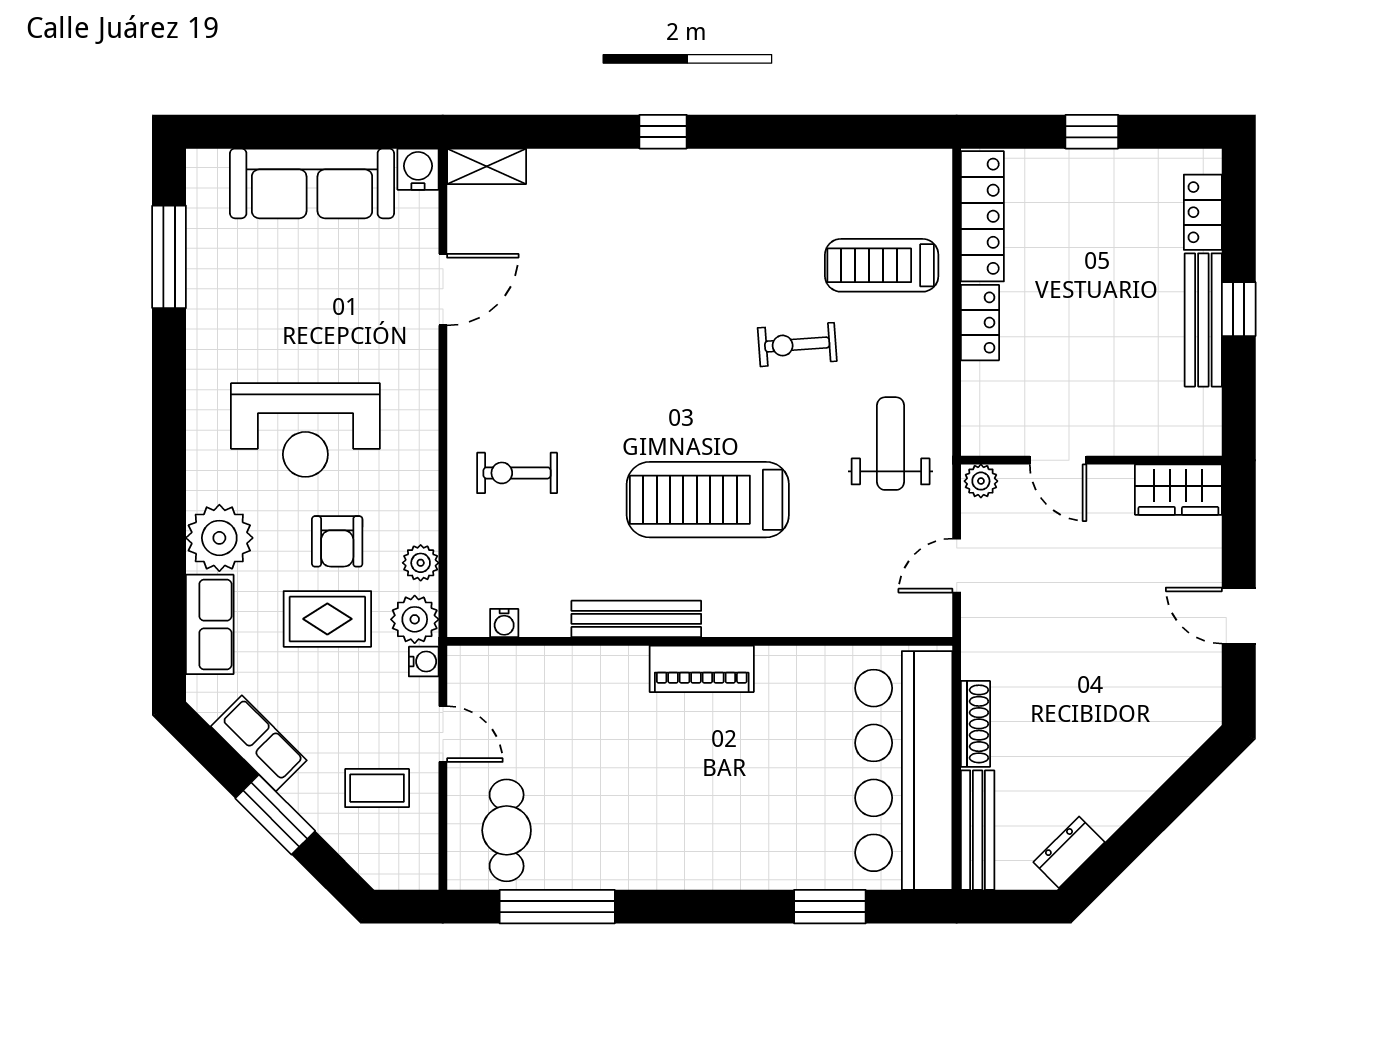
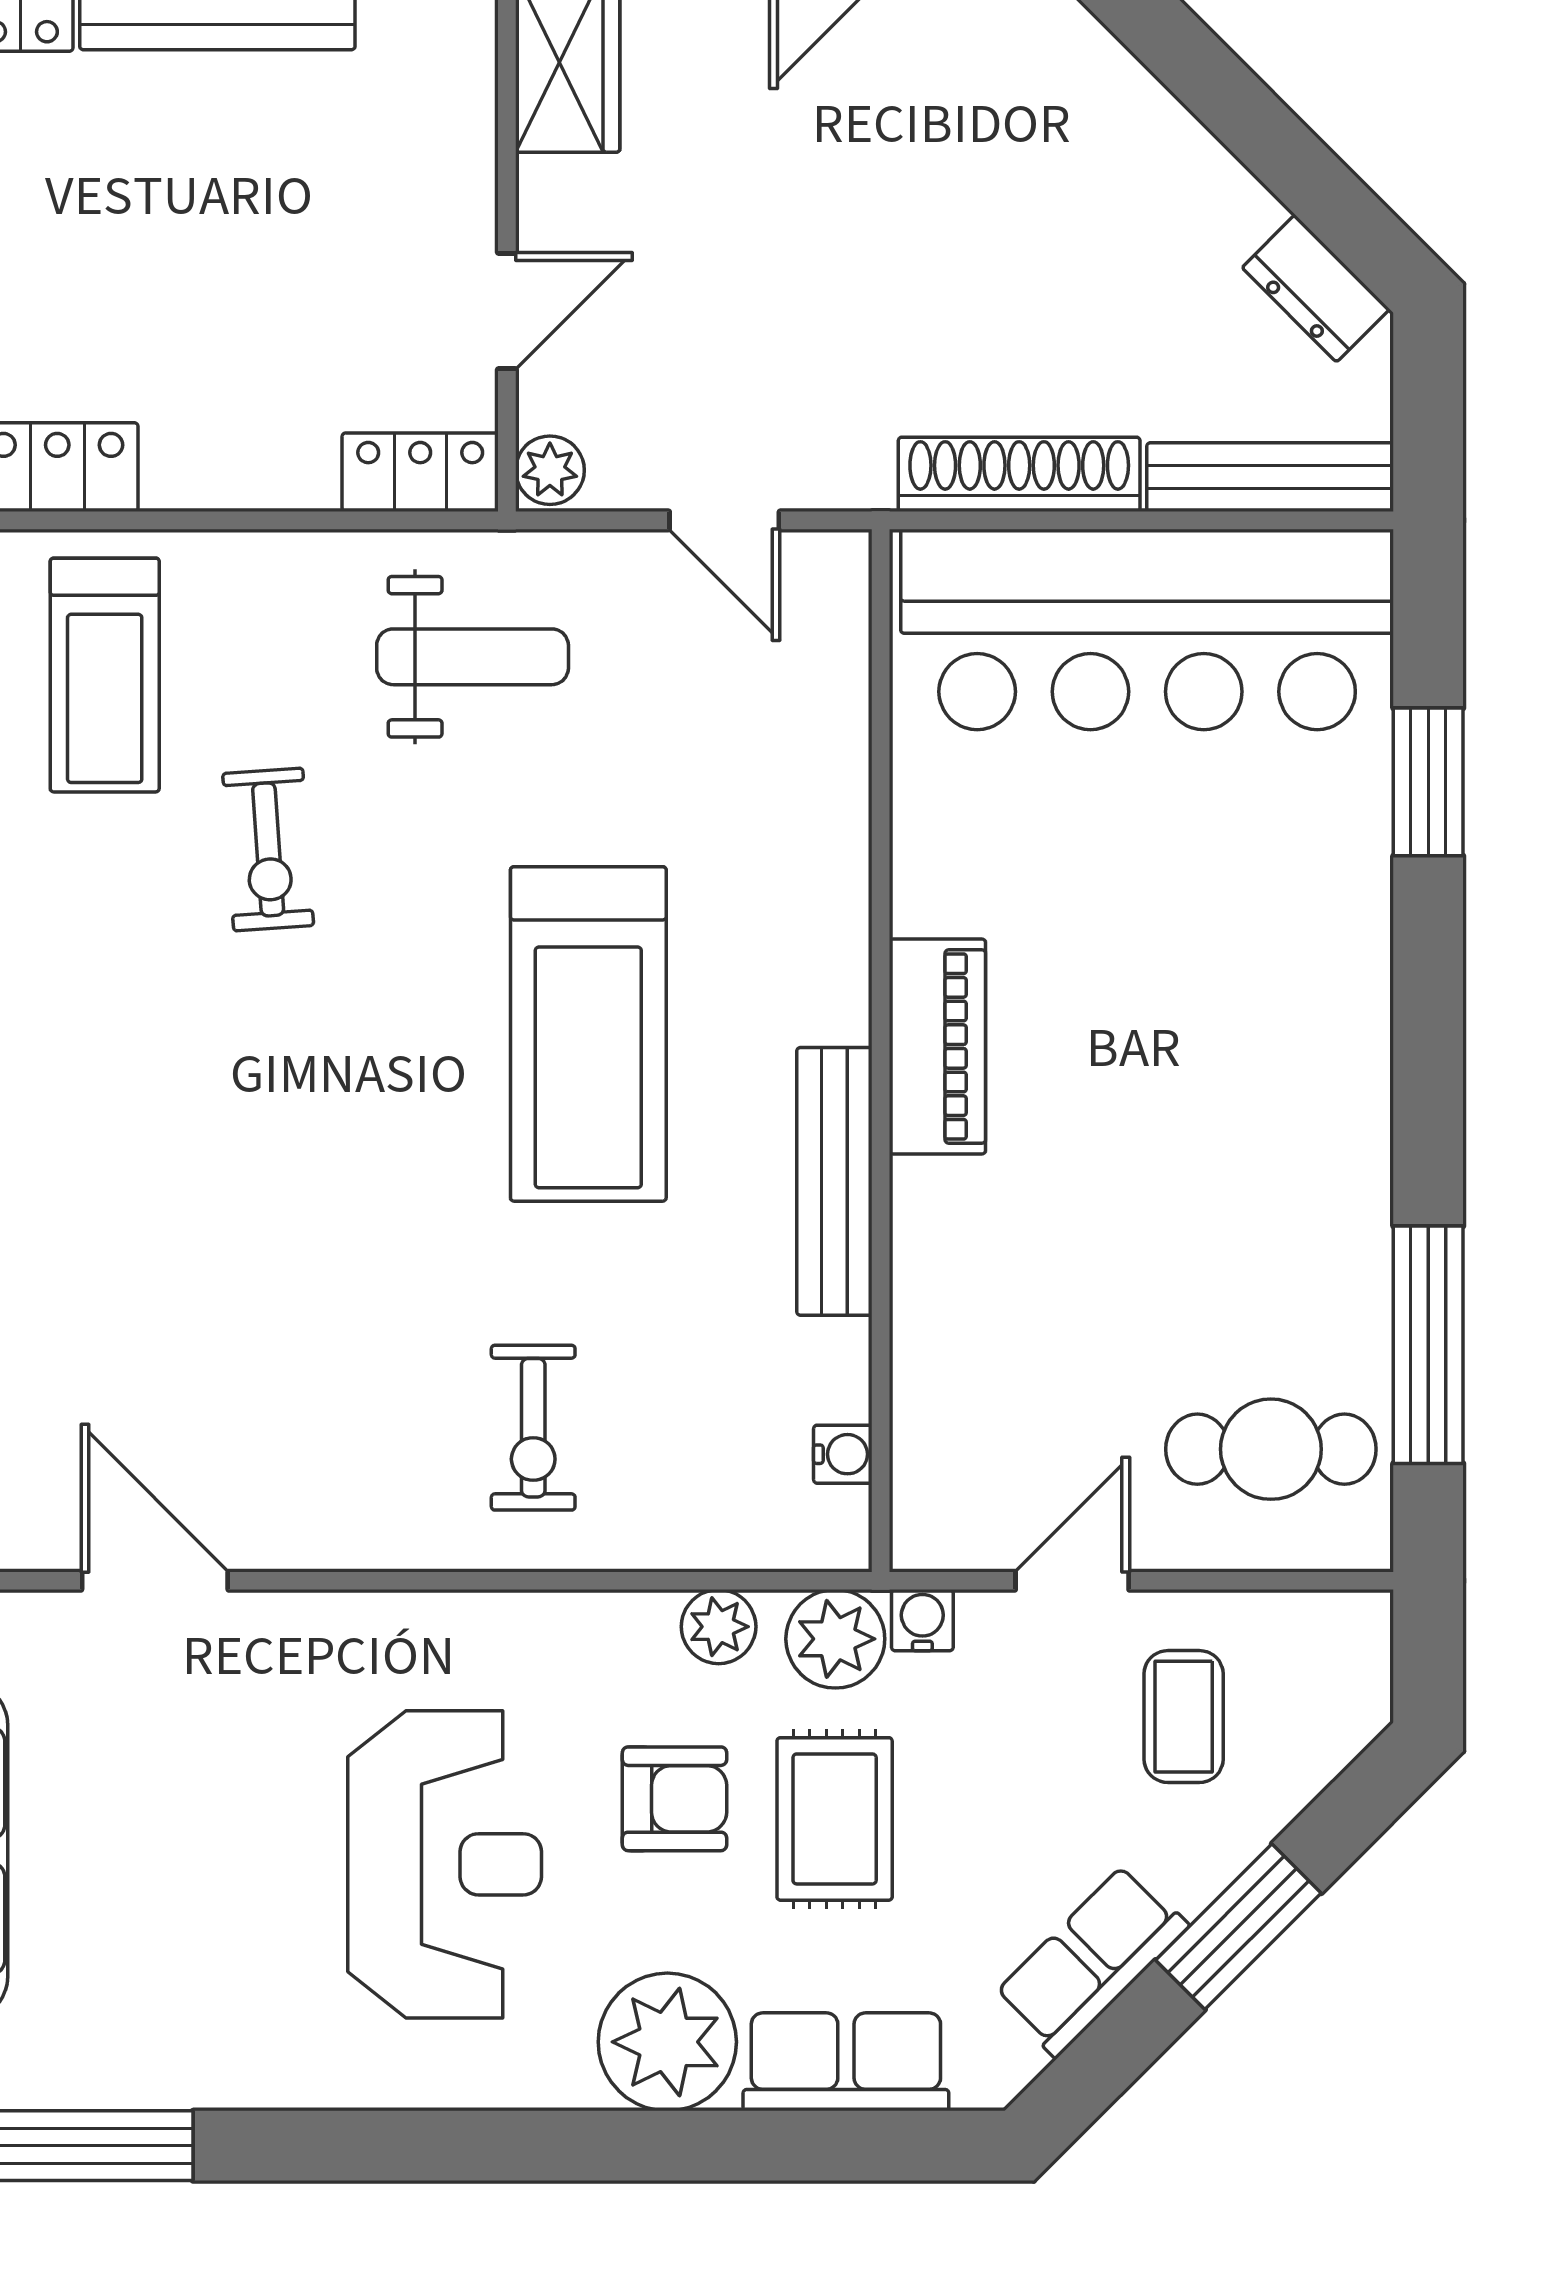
locker: (980, 323) -> (420, 472), moved
weight bench: (891, 444) -> (473, 657), turned 180
shoe rack: (975, 724) -> (1019, 474), width x1.36, depth x1.24

